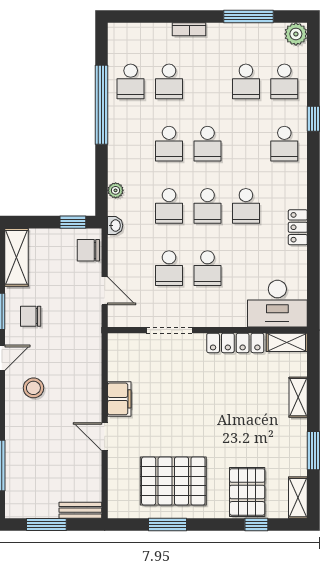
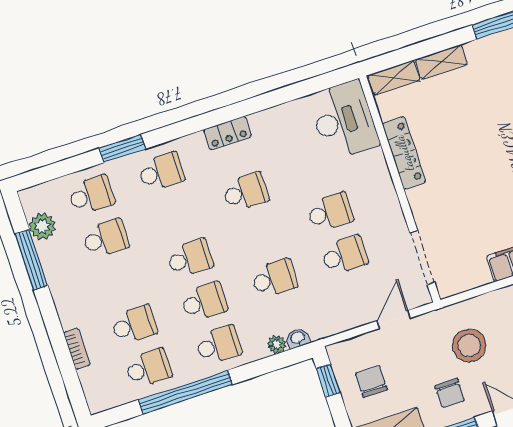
bookcase: (189, 29) -> (77, 349), moved
plant: (296, 34) -> (42, 226), moved
window: (313, 119) -> (122, 148), width x1.50
school desk: (207, 206) -> (218, 345), moved
washbasin: (115, 226) -> (298, 338), moved
locker: (298, 227) -> (227, 133), moved
chair: (88, 250) -> (371, 382), moved, turned 180
doorway: (170, 330) -> (422, 257), moved
shelving: (287, 342) -> (394, 78), moved, turned 90
stool: (64, 344) -> (469, 345), added

